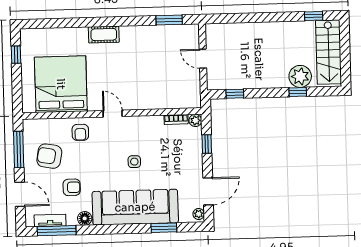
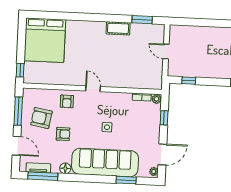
cot: (104, 34) -> (118, 28), moved
window: (16, 55) -> (20, 70), moved
bed: (61, 84) -> (45, 40), moved, turned 180
armchair: (72, 187) -> (63, 134), moved

